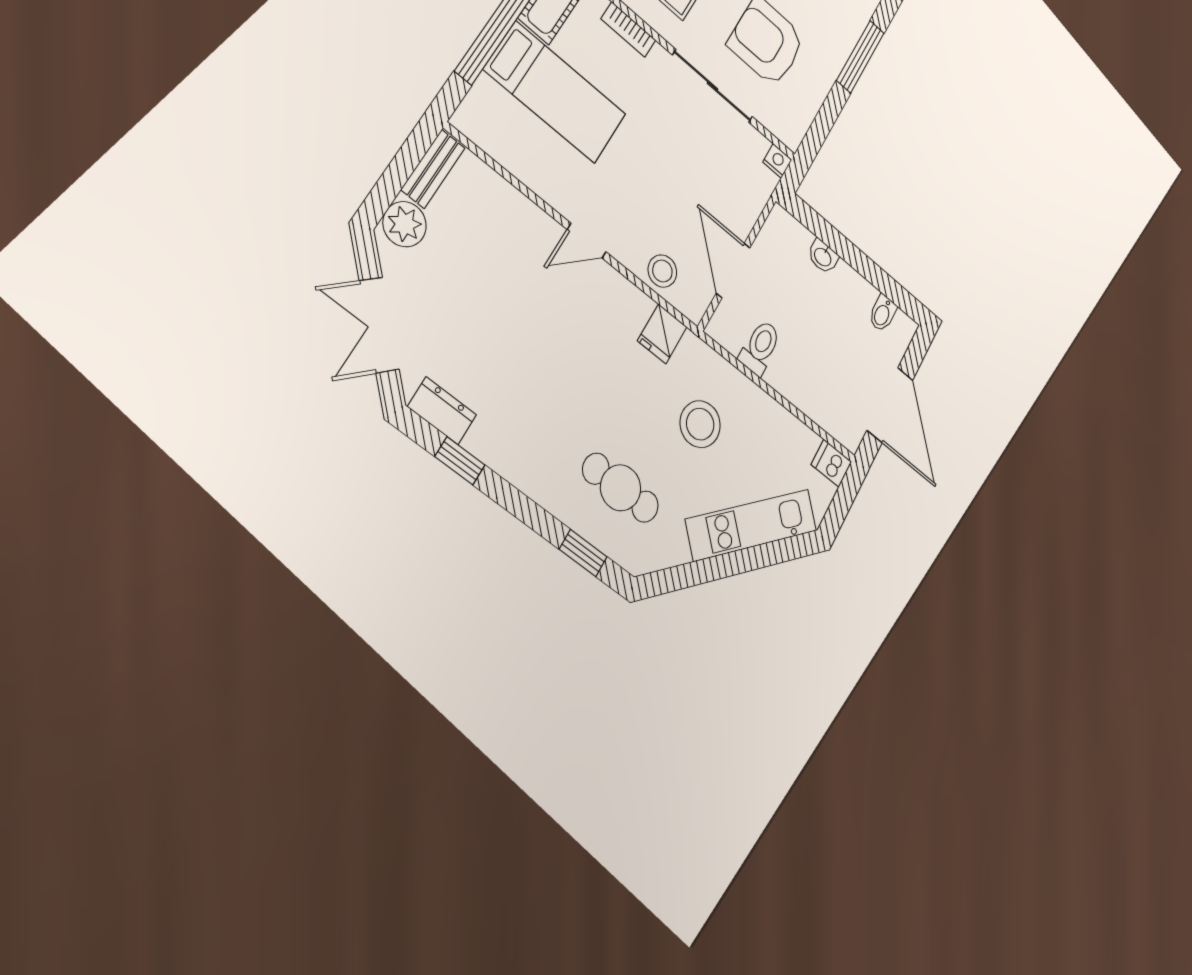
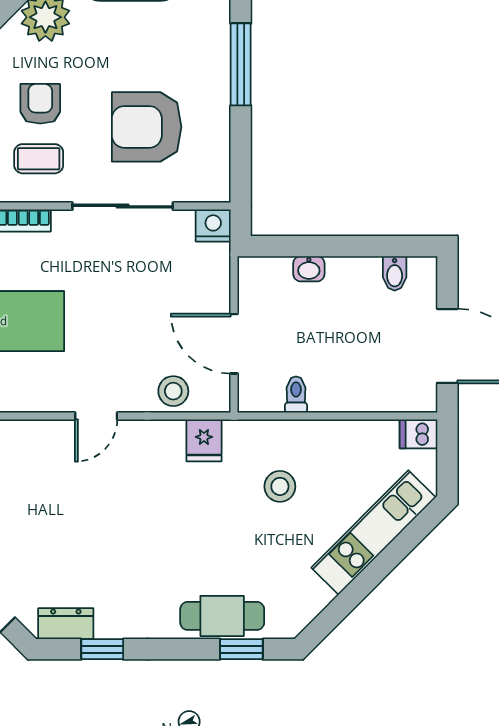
nightstand: (777, 161) -> (213, 225), width x1.39, depth x1.35
toilet: (760, 347) -> (296, 395), width x0.73, depth x0.72
stool: (700, 424) -> (280, 486), width x0.73, depth x0.73
cafe table: (621, 488) -> (222, 616), moved

